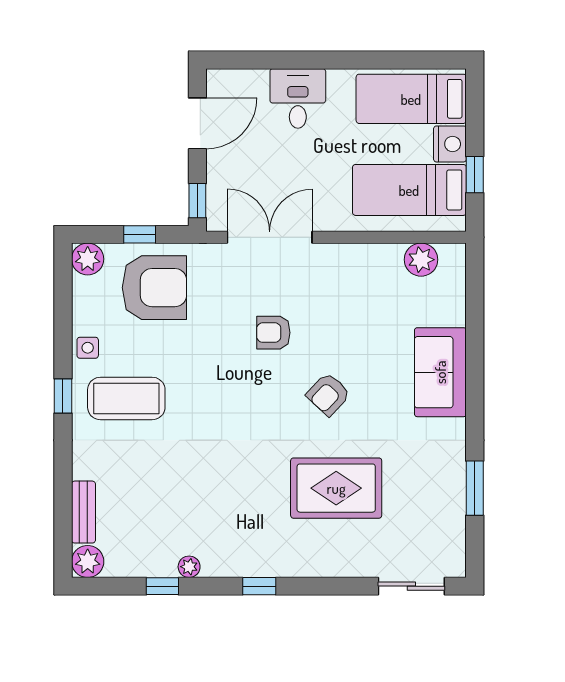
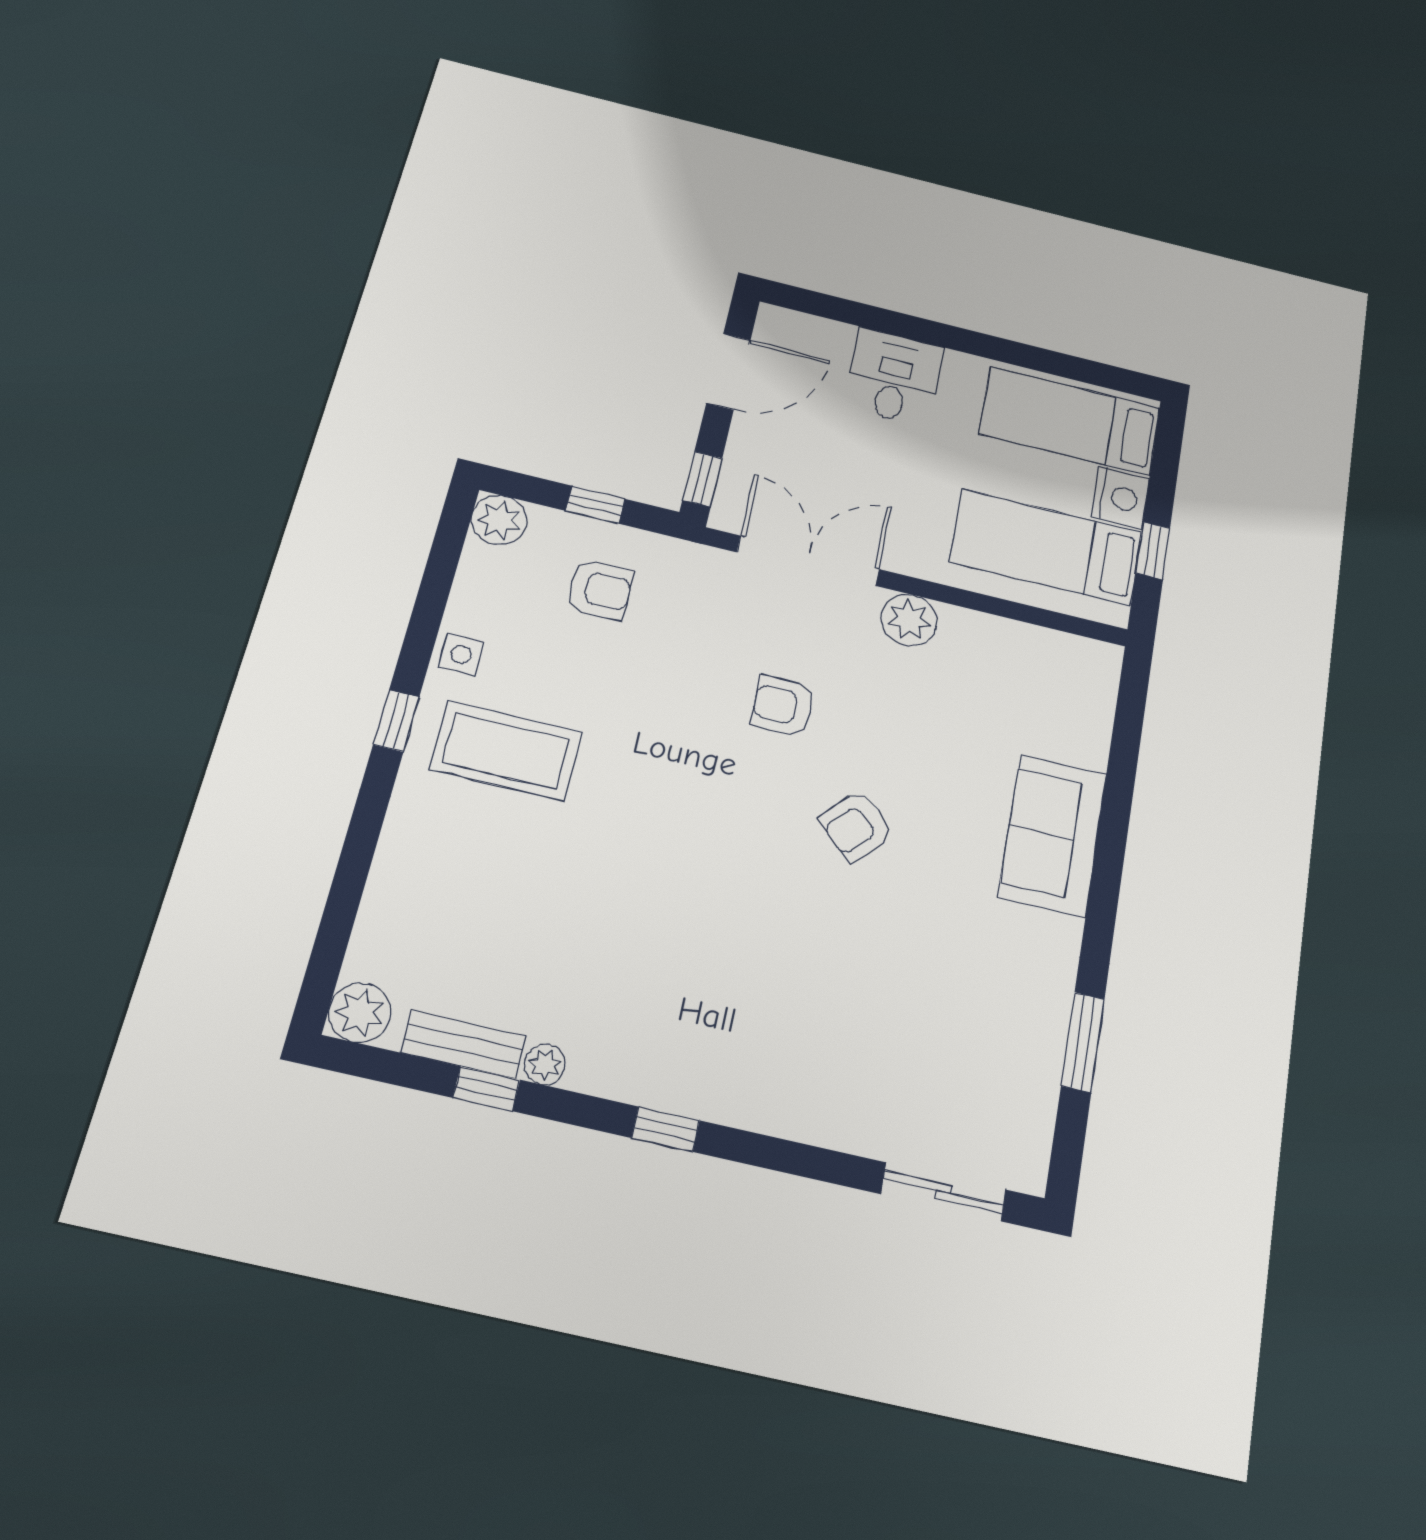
plant: (421, 260) -> (909, 620), moved
armchair: (154, 288) -> (600, 589), width x0.53, depth x0.53
rug: (336, 488) -> (840, 986), removed
bench: (83, 512) -> (464, 1044), moved, turned 90

